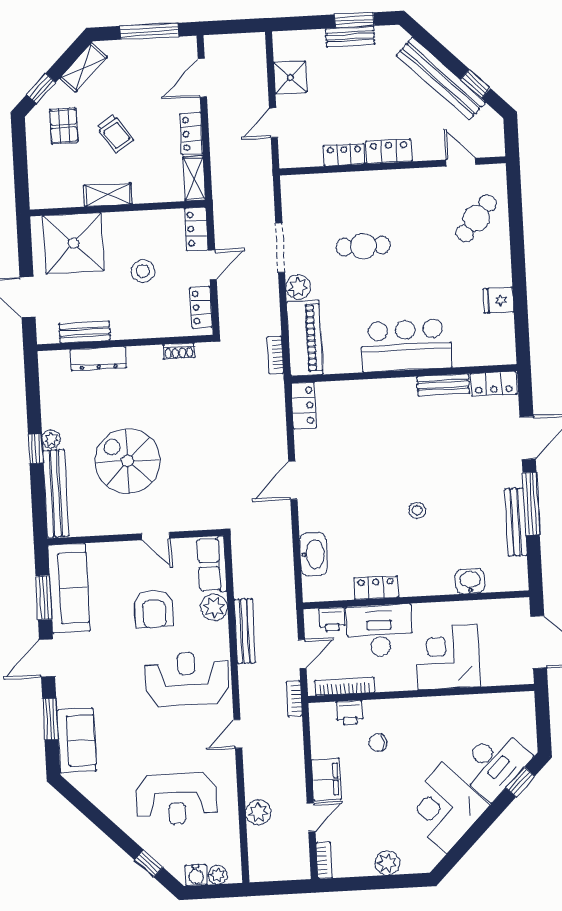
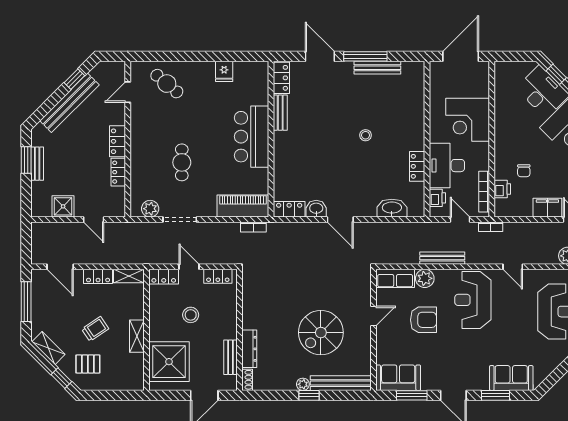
plant: (298, 287) -> (150, 209), moved
shoe rack: (179, 351) -> (247, 380), moved
washbasin: (470, 581) -> (316, 209), moved, turned 90
sofa: (69, 588) -> (398, 378), width x0.73

